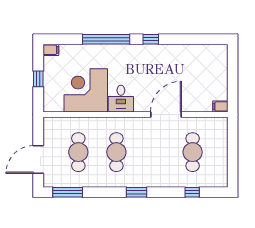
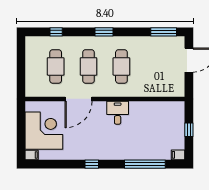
window: (106, 39) -> (145, 164), moved
corner desk: (86, 90) -> (44, 131), moved, turned -90
filing cabinet: (220, 106) -> (32, 155), moved
cafe table: (78, 152) -> (89, 66), moved

